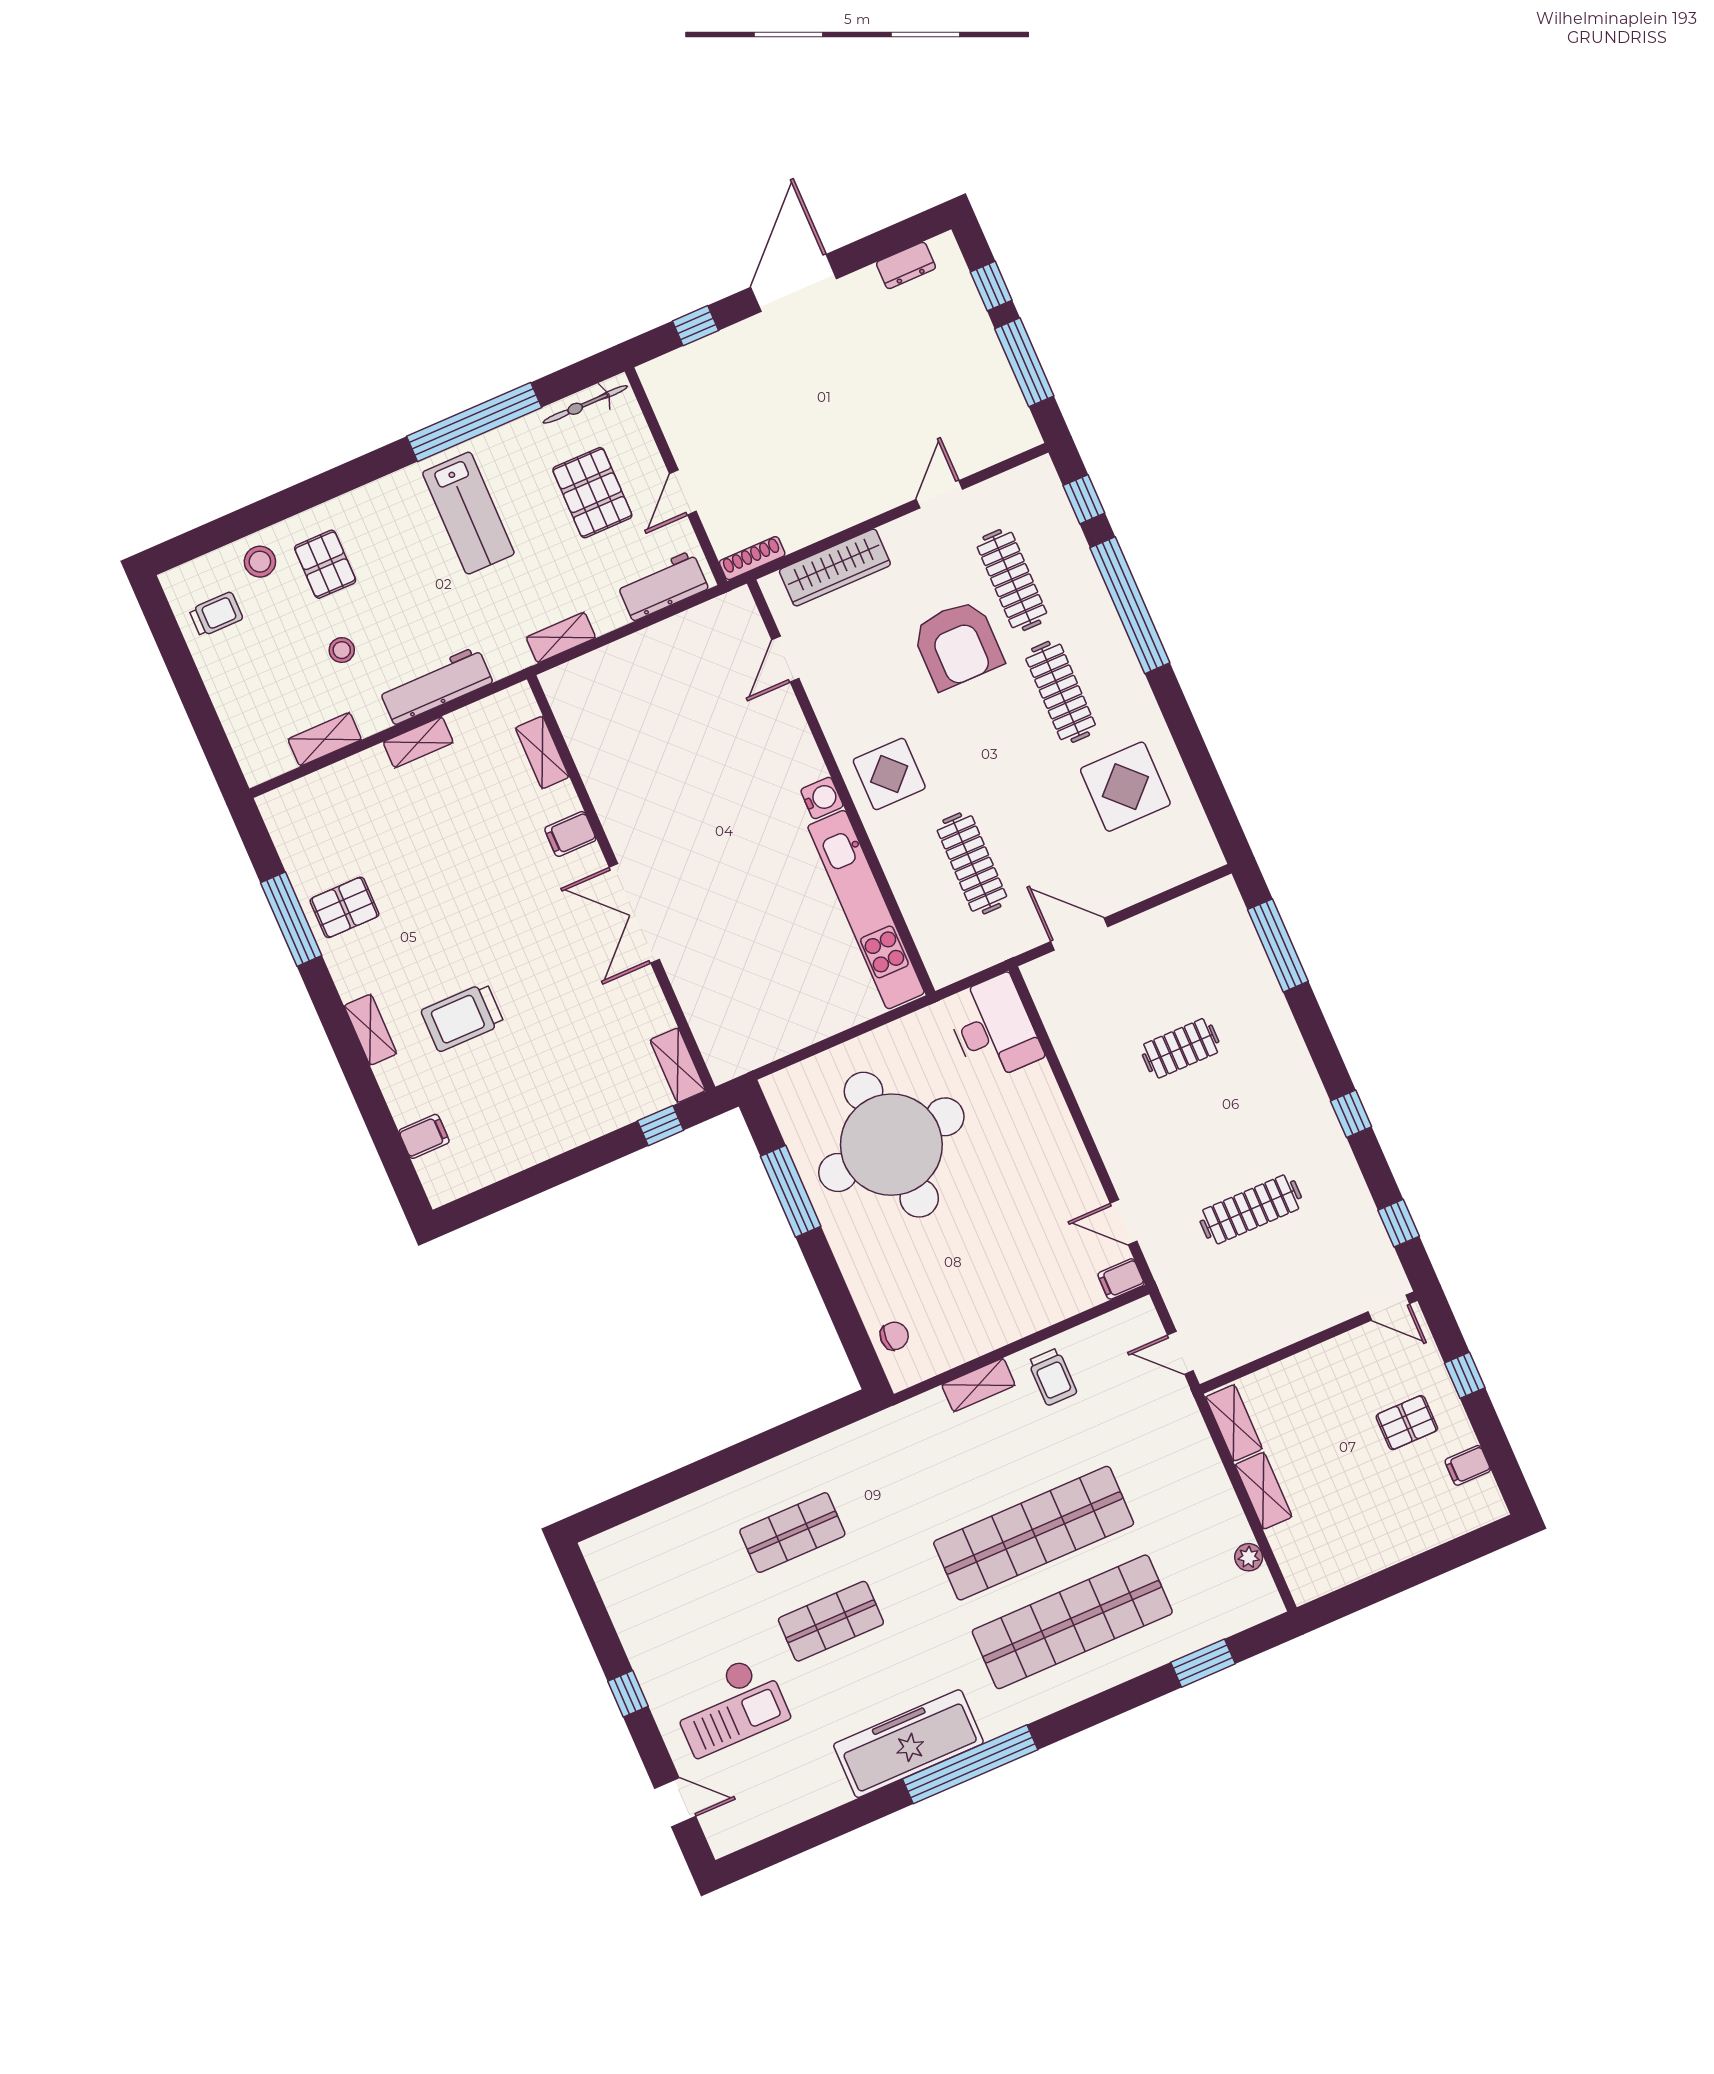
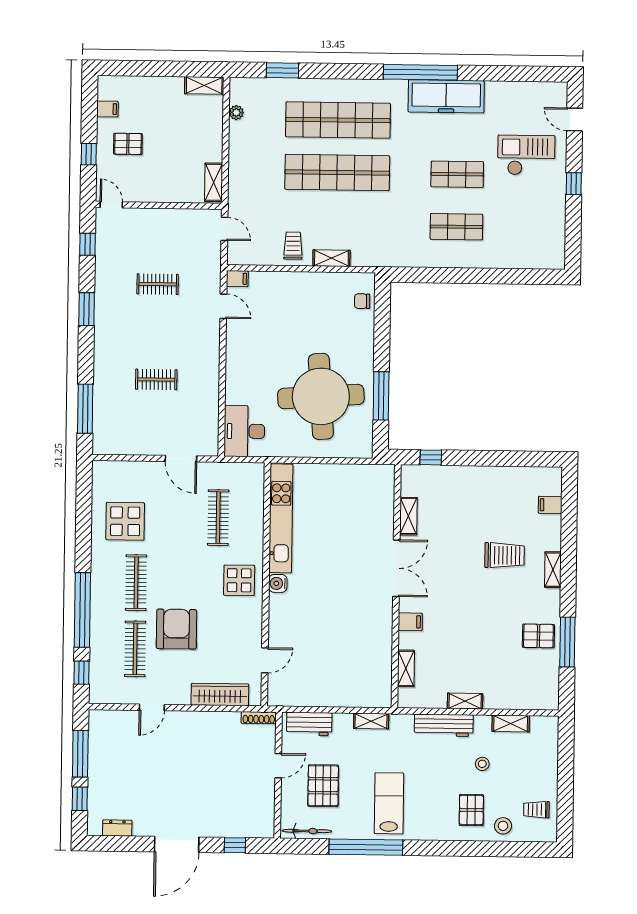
shelving: (678, 1065) -> (408, 516), moved
window: (1351, 1114) -> (87, 309), width x1.50
clothes rail: (1251, 1209) -> (158, 284), width x0.73
shelving: (1263, 1491) -> (204, 85), moved, turned 90

